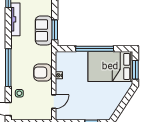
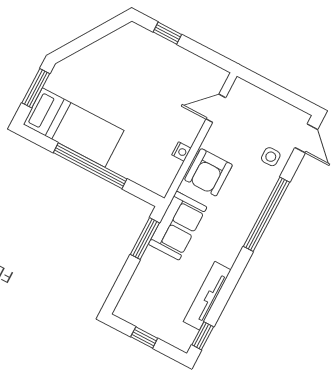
sofa: (44, 30) -> (178, 226), moved
bed: (110, 66) -> (74, 127), width x0.67
armchair: (42, 73) -> (209, 172), turned 90

